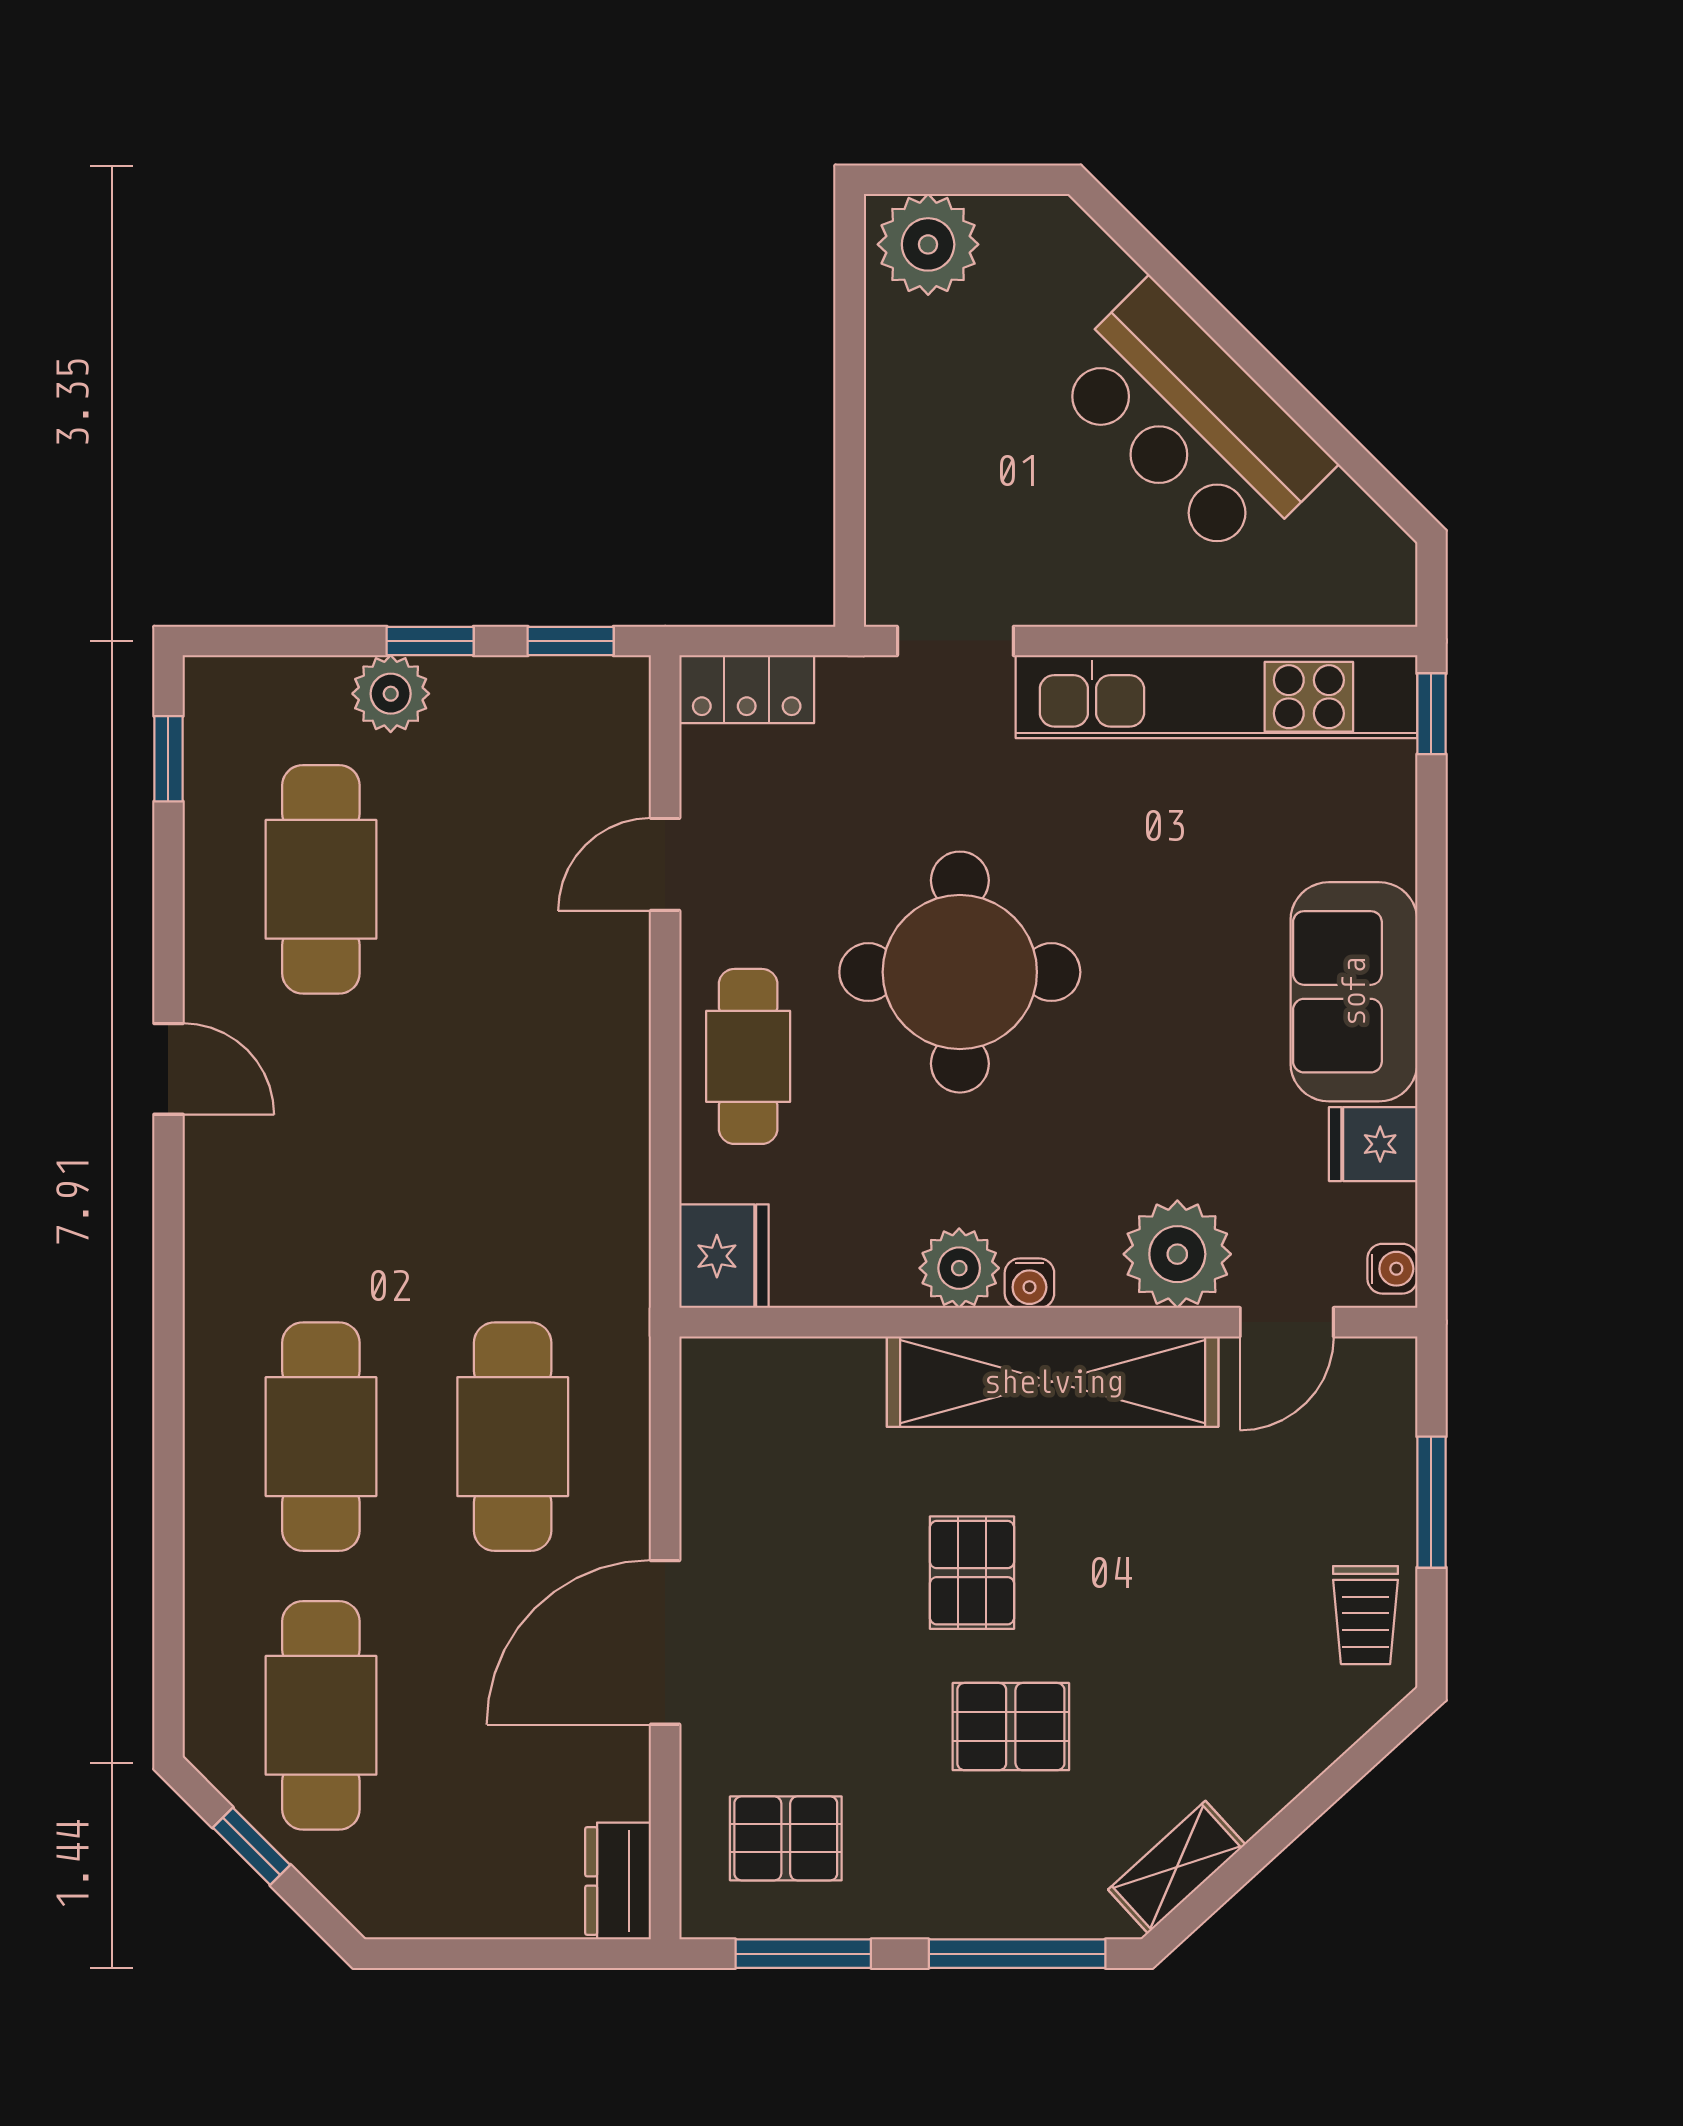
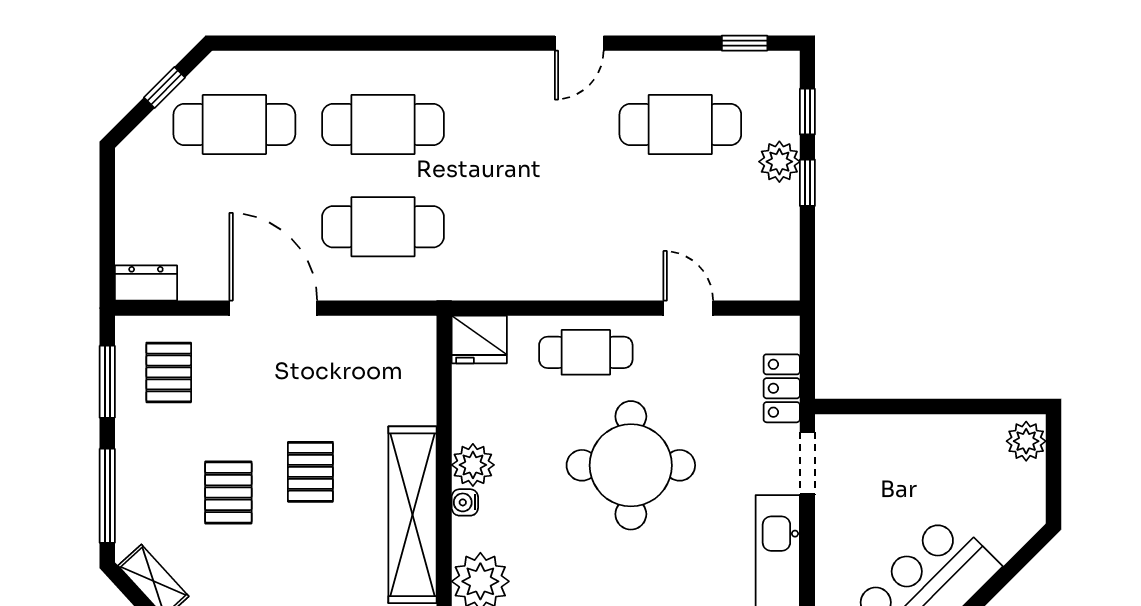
plant: (928, 244) -> (1026, 441), width x0.73, depth x0.73
window: (571, 641) -> (807, 112), moved
locker: (747, 689) -> (782, 388), moved
pallet: (972, 1573) -> (310, 472), turned 90

